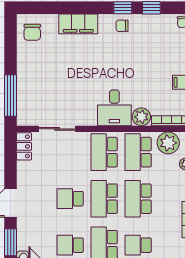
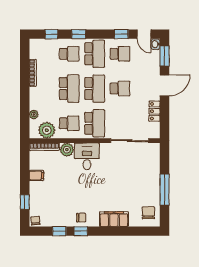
window: (11, 96) -> (165, 190), moved
sliding door: (57, 129) -> (130, 141), width x1.37
locker: (24, 146) -> (154, 111), moved
school desk: (138, 152) -> (69, 123), width x0.54

